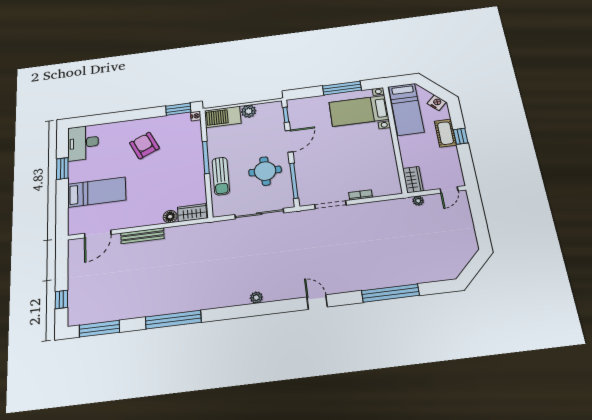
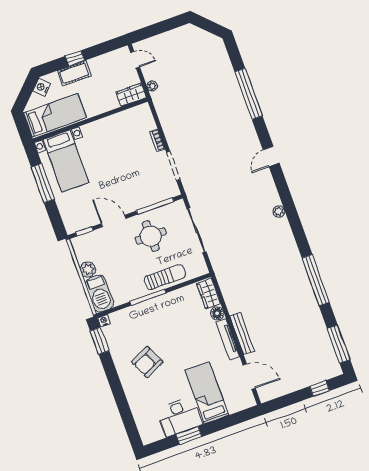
desk: (83, 143) -> (180, 417), moved
tv unit: (141, 221) -> (228, 339), added

